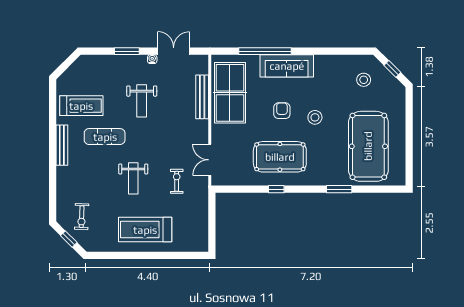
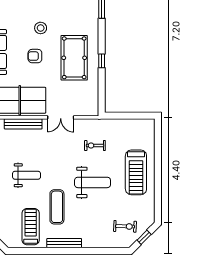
double door: (210, 160) -> (61, 117), moved
weight bench: (133, 178) -> (93, 182), width x1.36, depth x1.33

